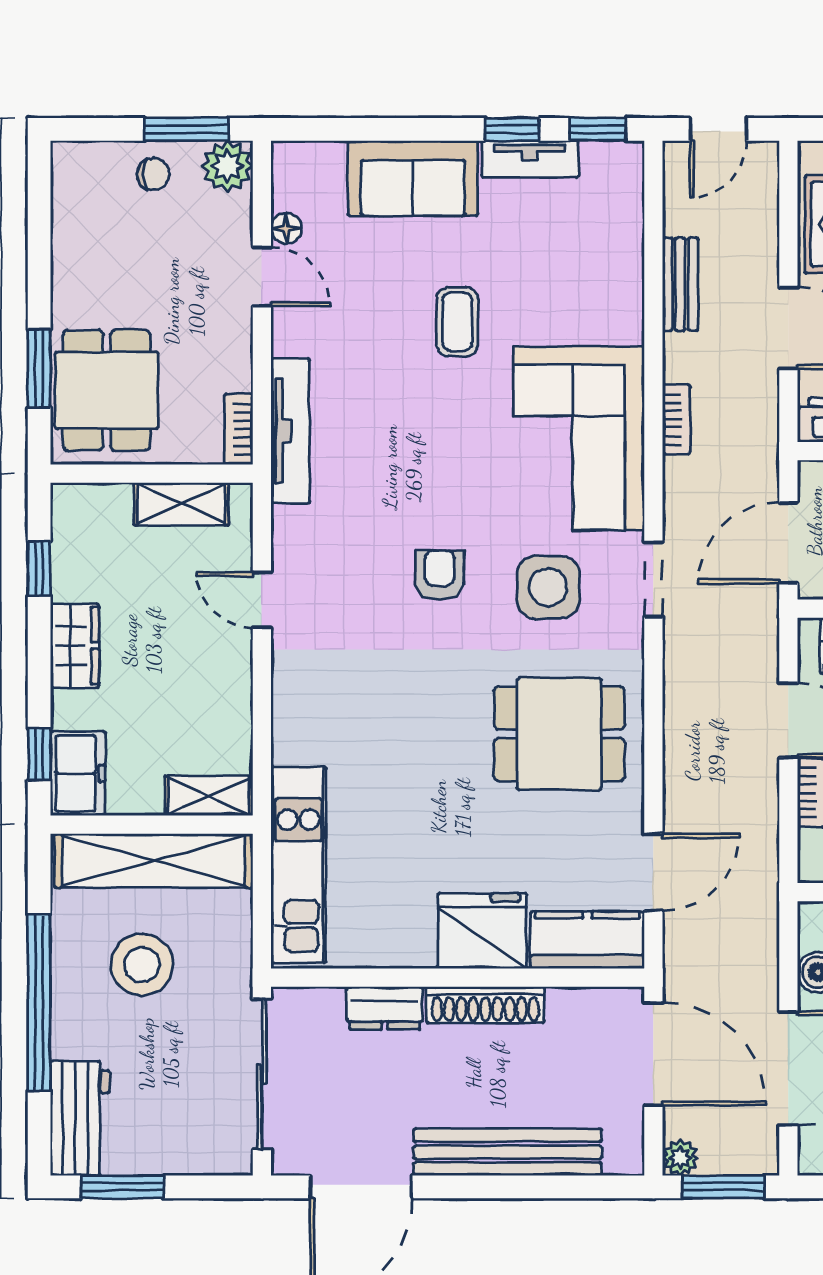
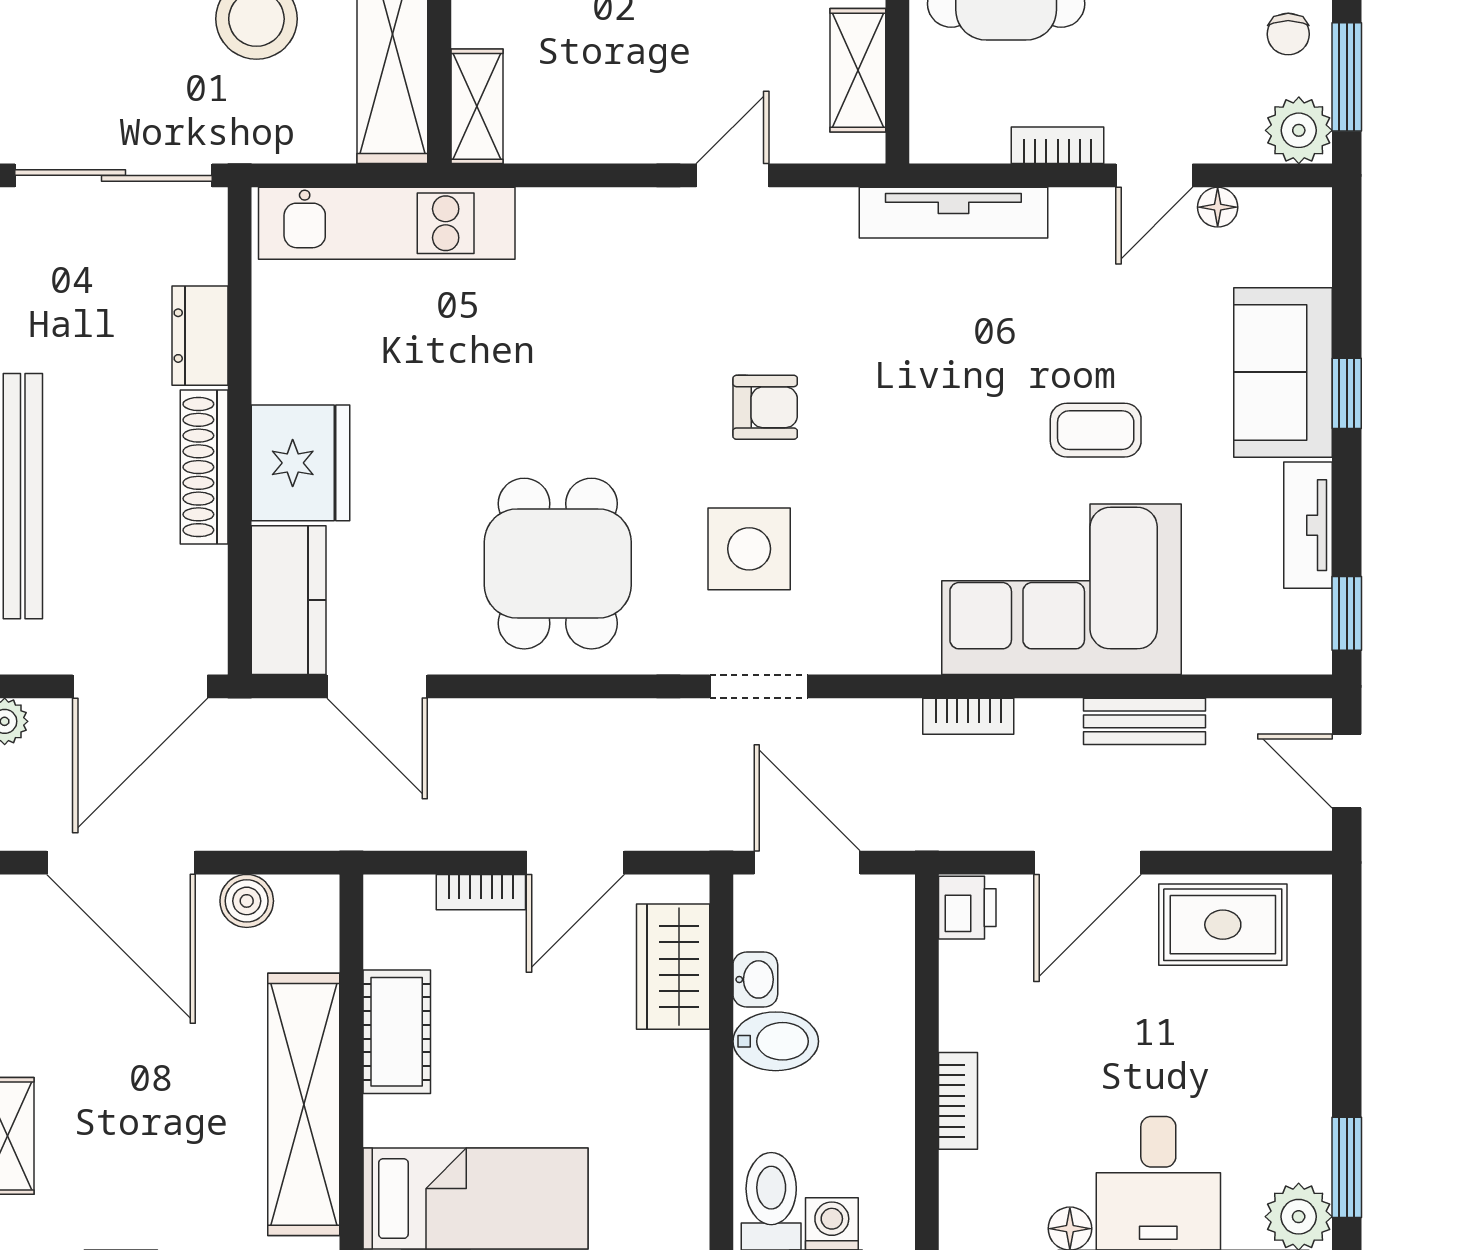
window: (512, 129) -> (1347, 393), moved
bookcase: (239, 429) -> (1058, 145), moved
corner sofa: (579, 438) -> (1061, 589), moved

